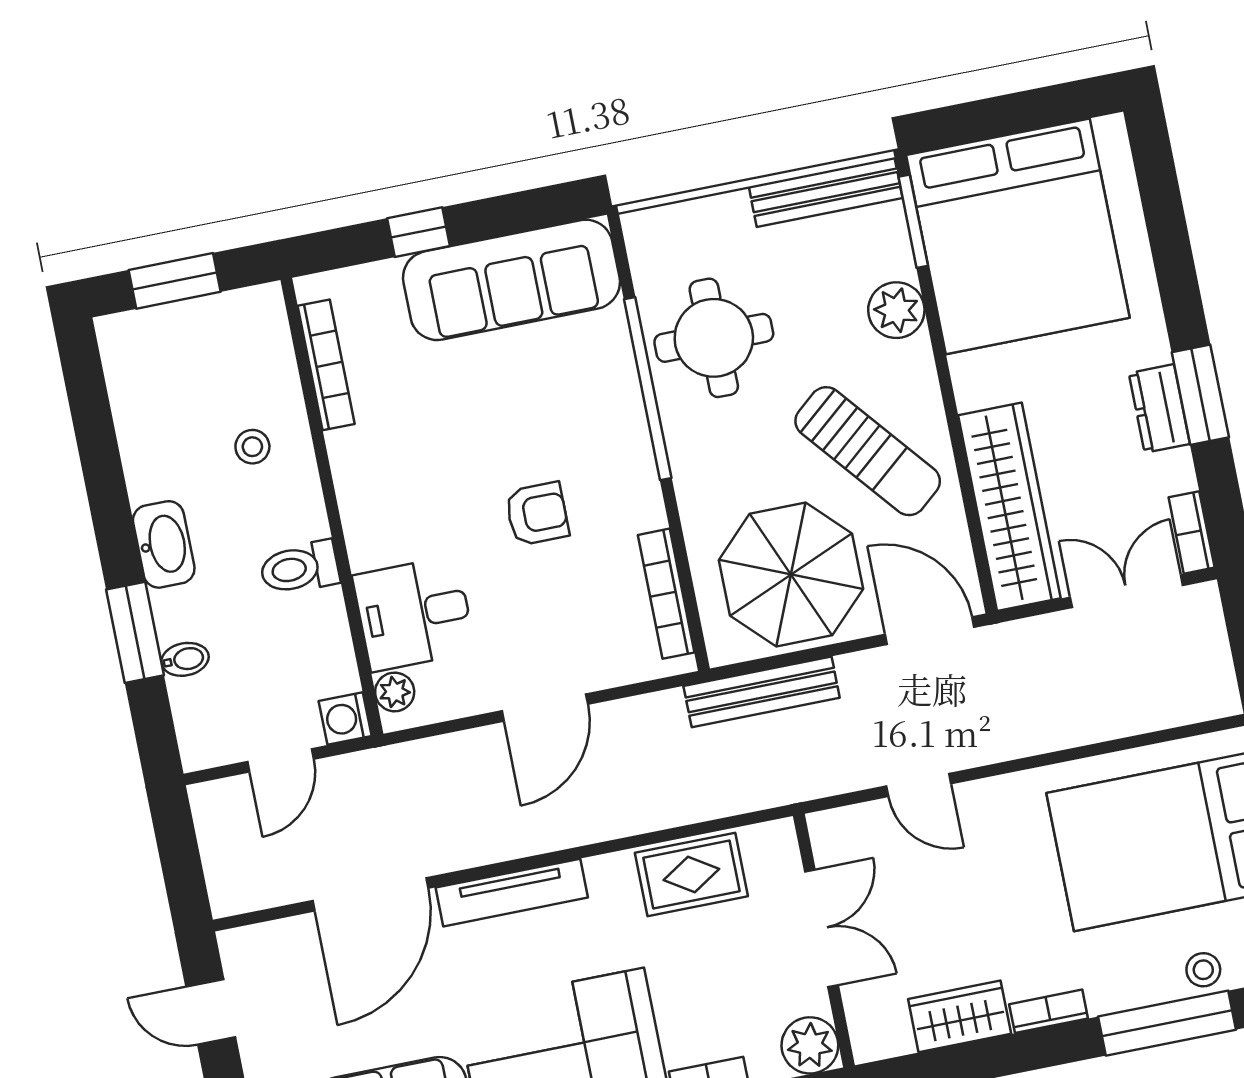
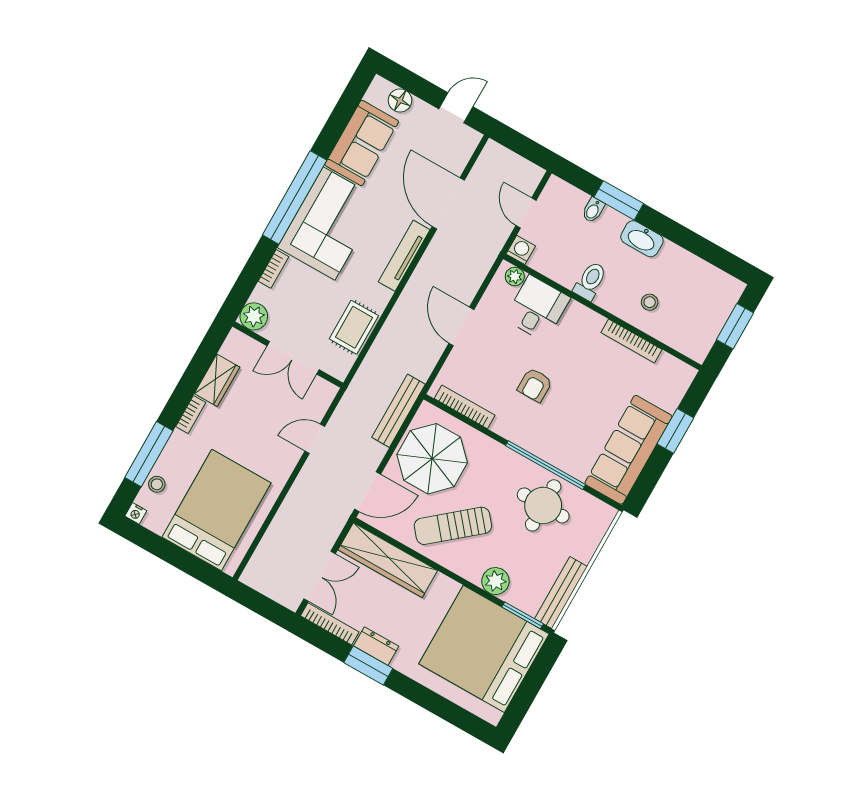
window: (419, 232) -> (675, 431), width x1.50
bookcase: (326, 365) -> (631, 341), moved
bookcase: (1192, 532) -> (330, 624), width x1.56

